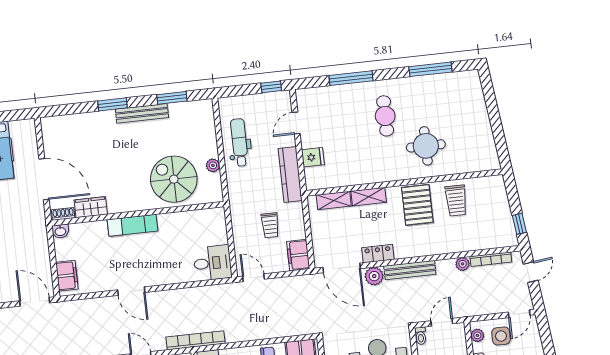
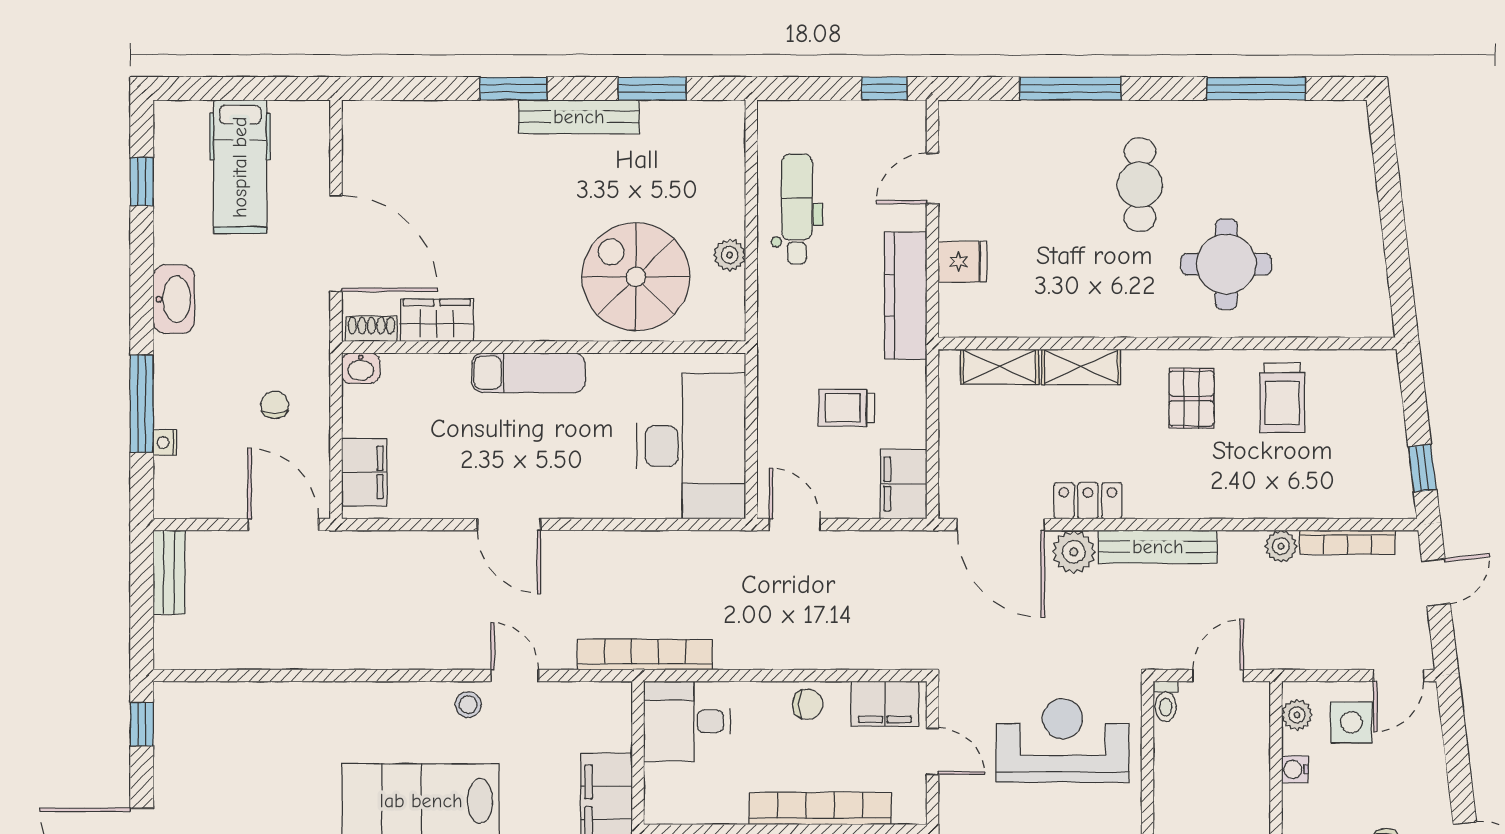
pallet: (417, 205) -> (1192, 398), width x0.67, depth x0.71
trolley: (270, 225) -> (847, 408), turned 90
chair: (25, 251) -> (275, 405), added
desk: (212, 263) -> (691, 446), width x1.87, depth x1.30

